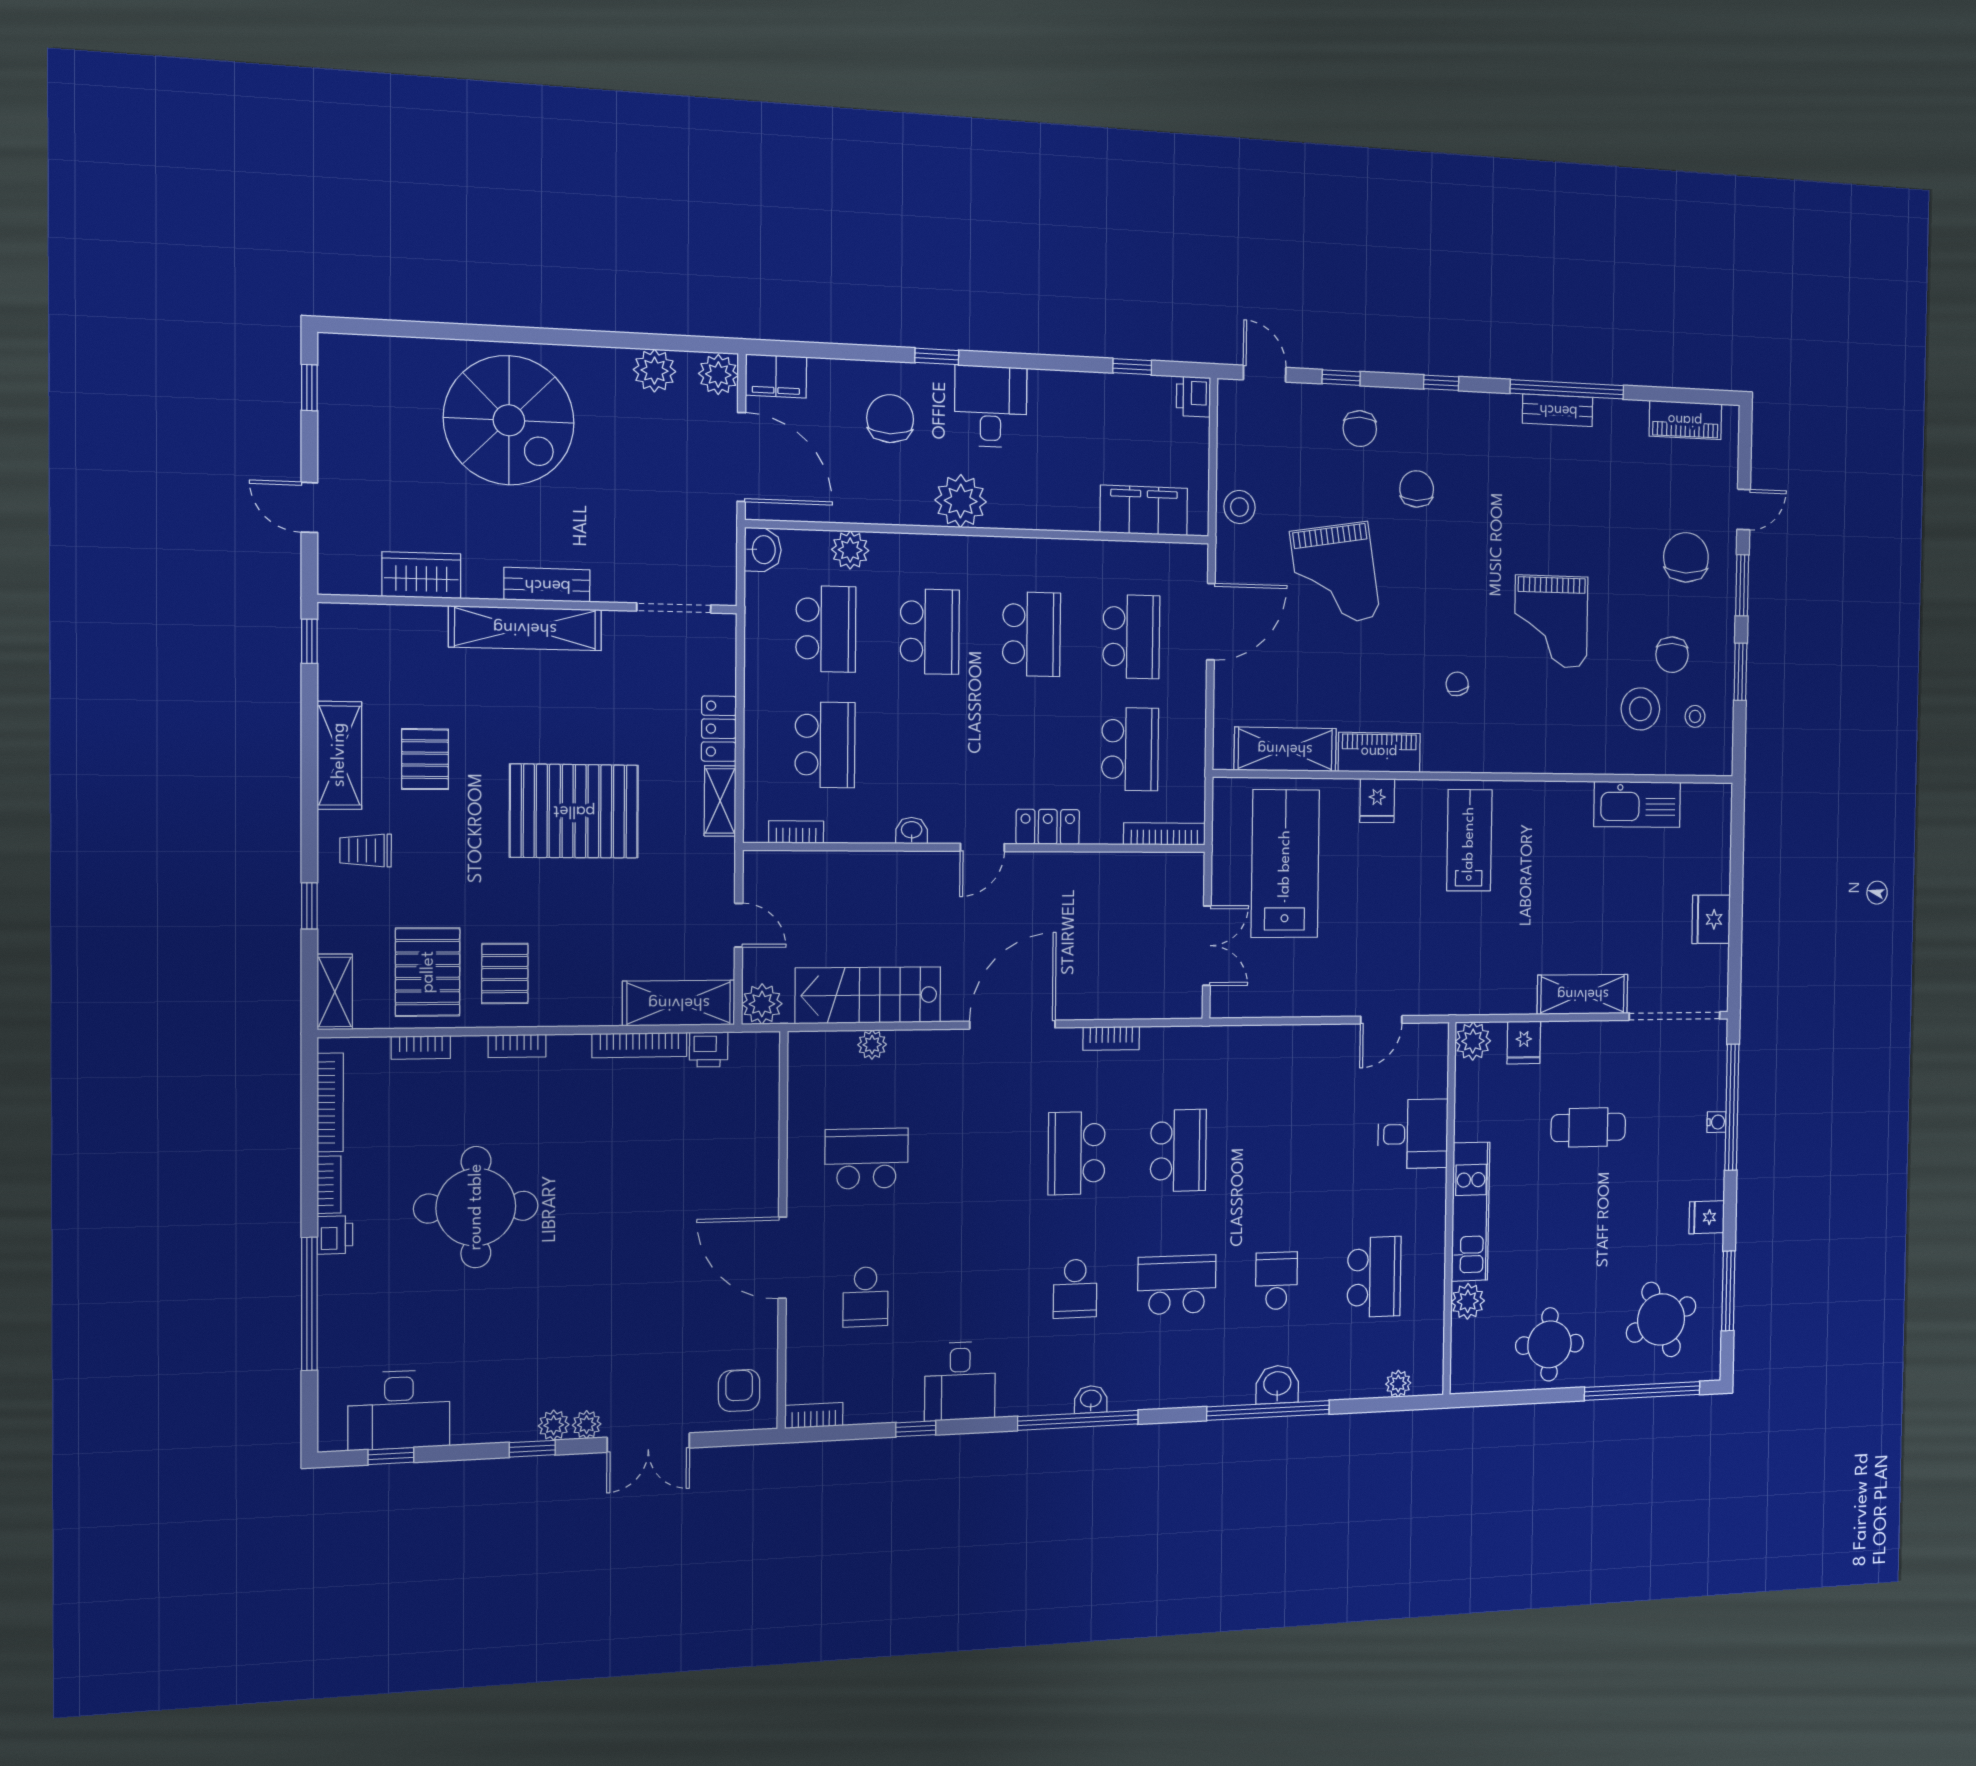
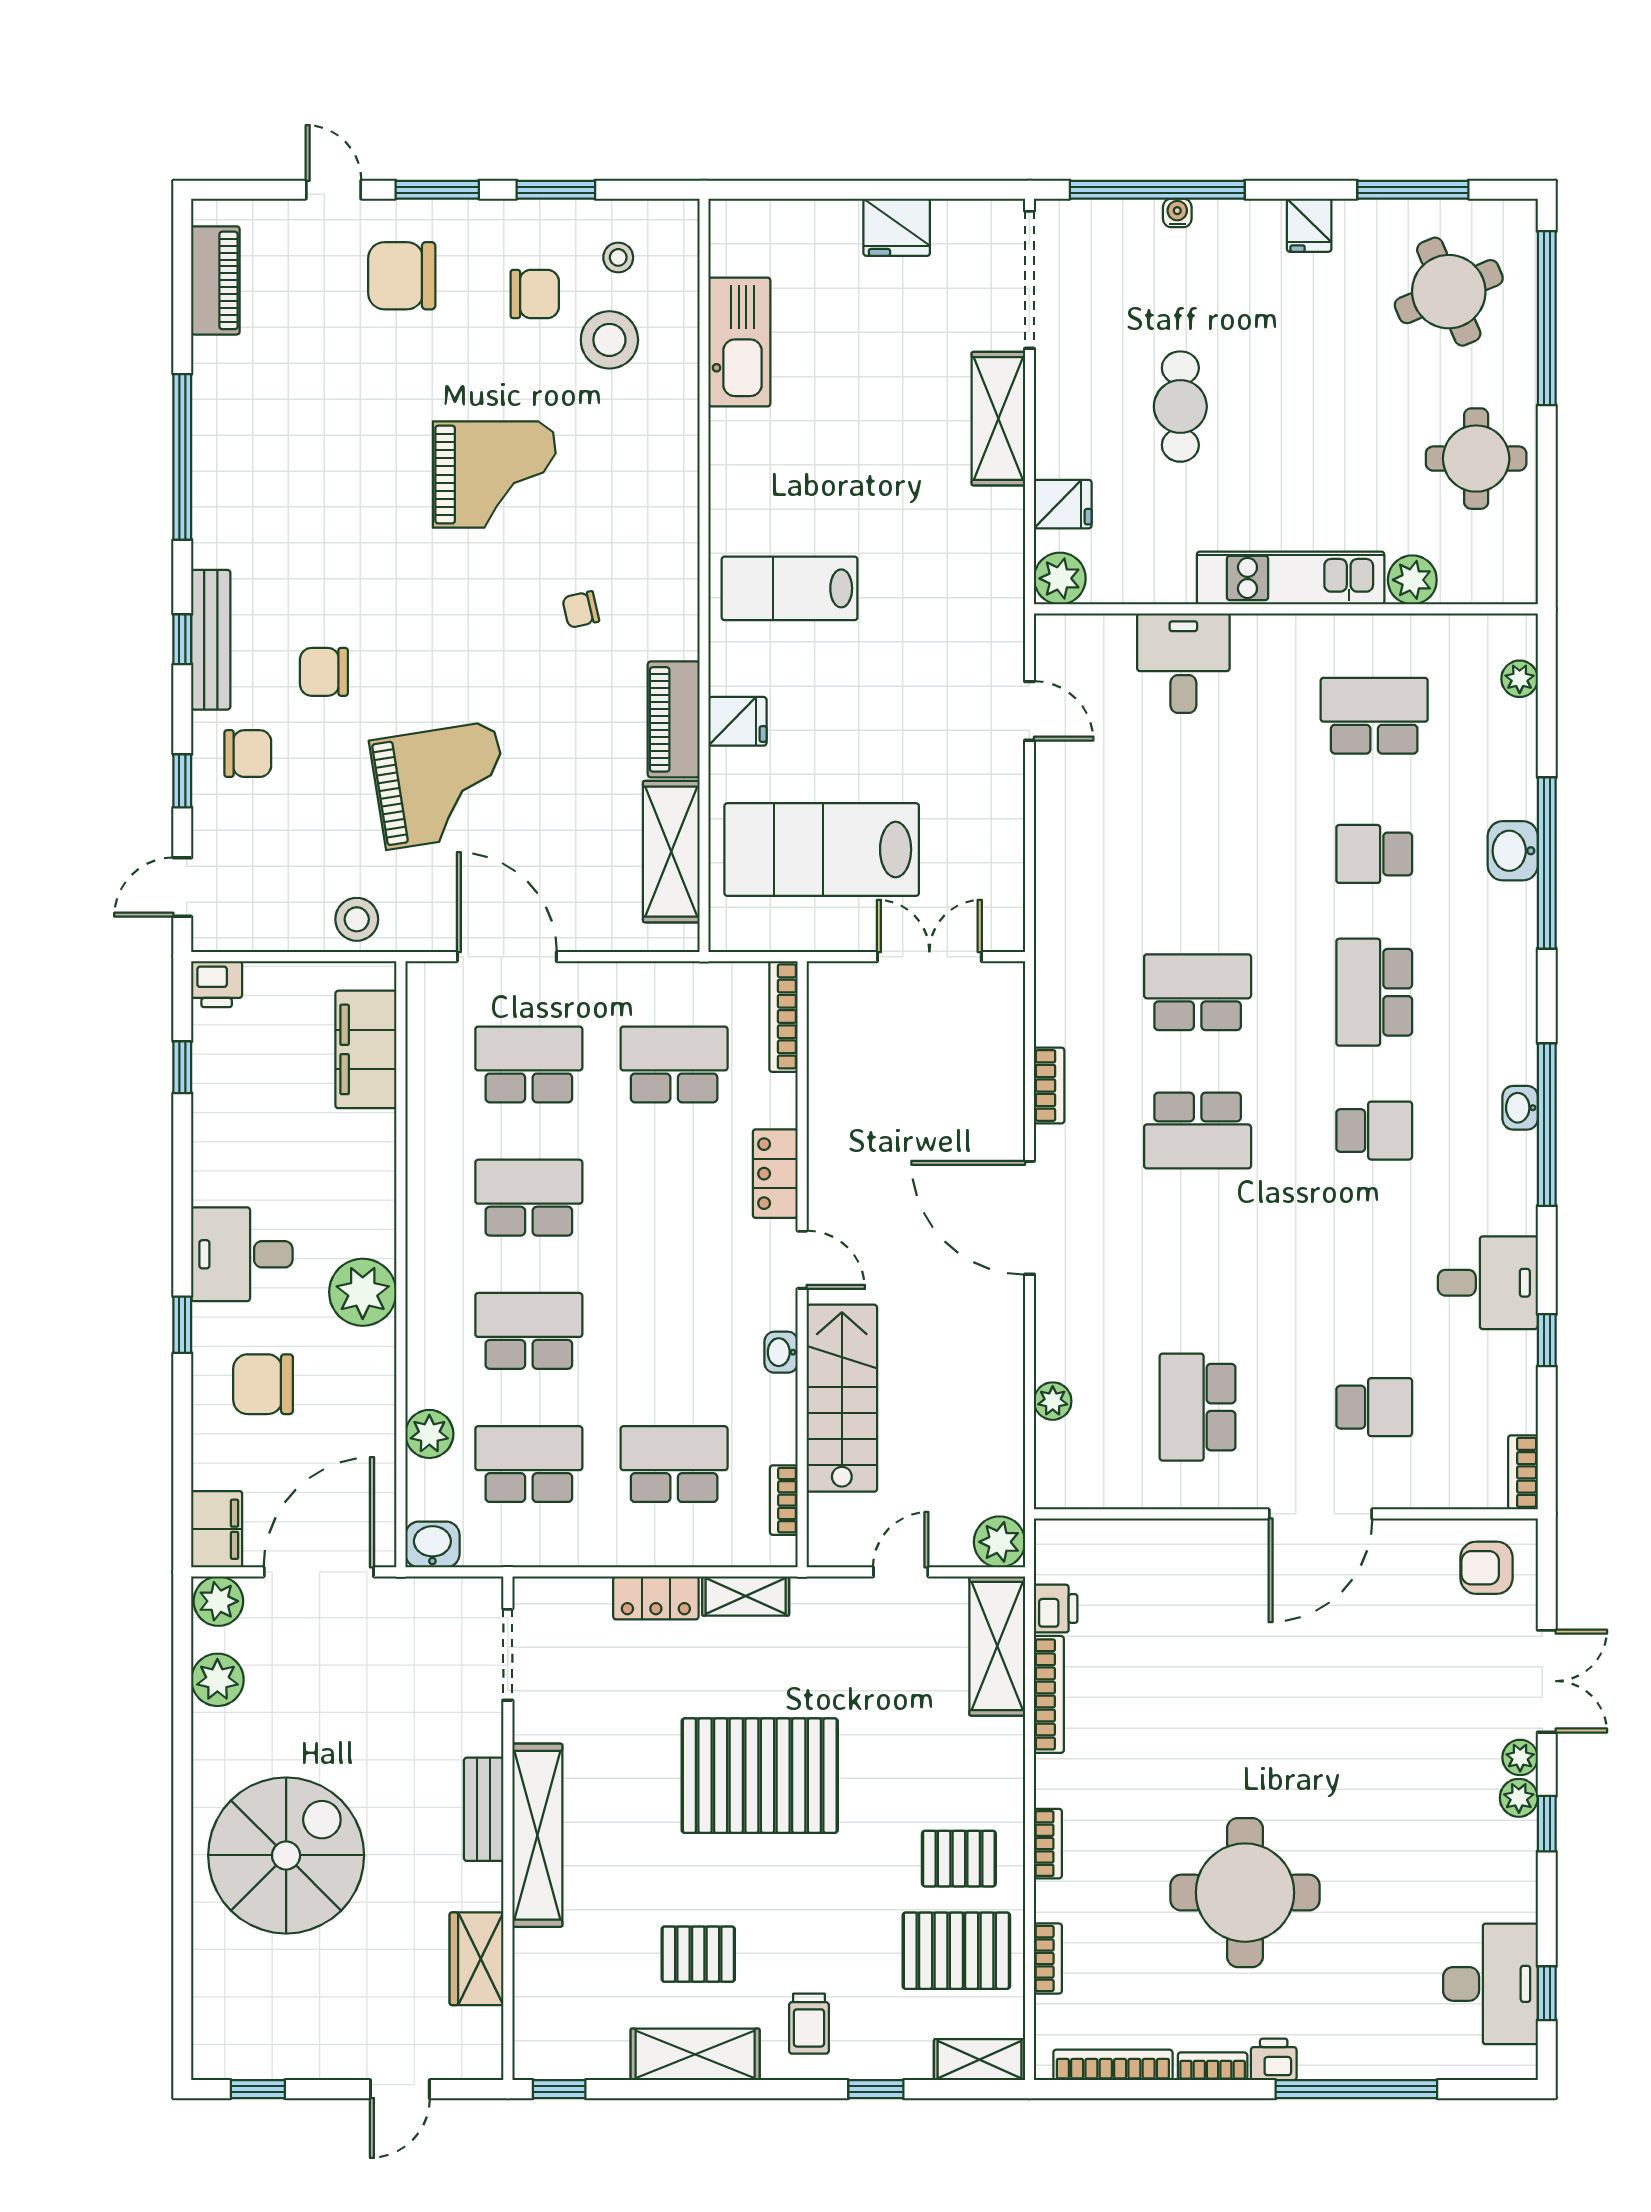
bench: (1558, 410) -> (211, 640), moved, width x1.36
pallet: (574, 811) -> (760, 1776), turned 90
stairs: (868, 995) -> (842, 1398), moved, turned 180

